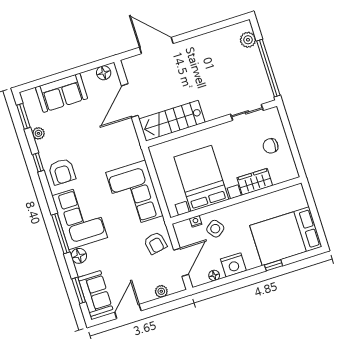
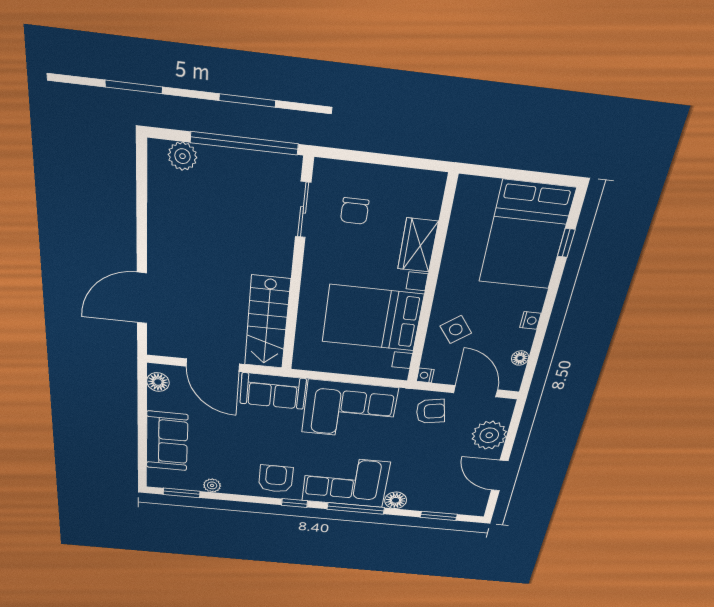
chair: (271, 146) -> (355, 211), moved
window: (38, 162) -> (294, 503), moved
armchair: (62, 172) -> (276, 479), turned -90
nightstand: (196, 221) -> (425, 375), moved
nightstand: (233, 265) -> (530, 320), width x0.53, depth x0.56
window: (274, 265) -> (566, 243), moved
plant: (161, 291) -> (489, 435), width x1.87, depth x1.87
sofa: (95, 293) -> (273, 391), moved, turned 180

